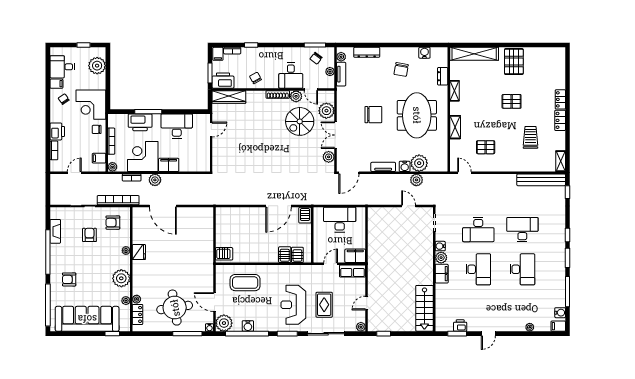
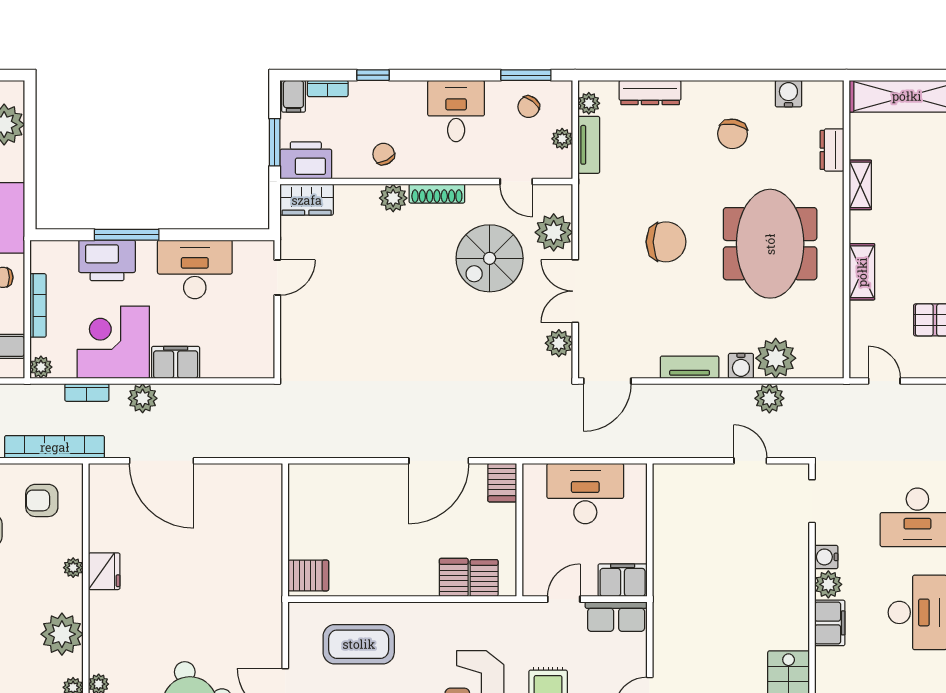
desk: (291, 76) -> (456, 111), moved, turned 180
plant: (296, 96) -> (393, 198), moved
wardrobe: (229, 97) -> (307, 200), width x0.67

